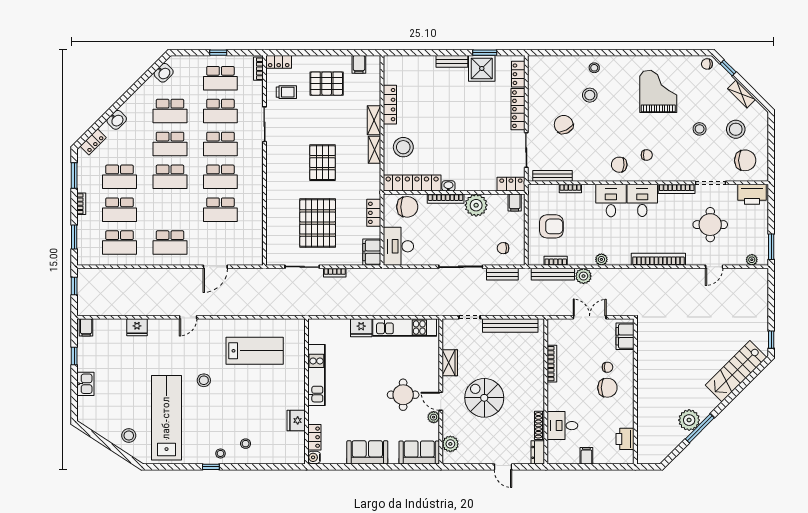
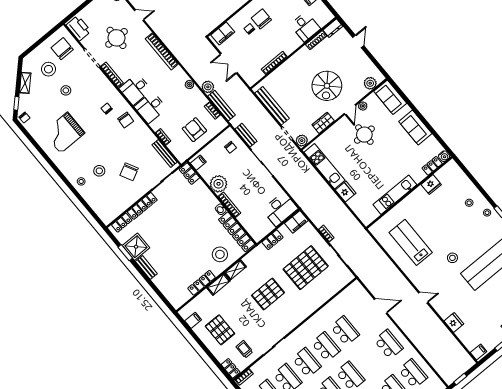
chair: (407, 207) -> (253, 223), removed
plant: (450, 326) -> (302, 141), added

